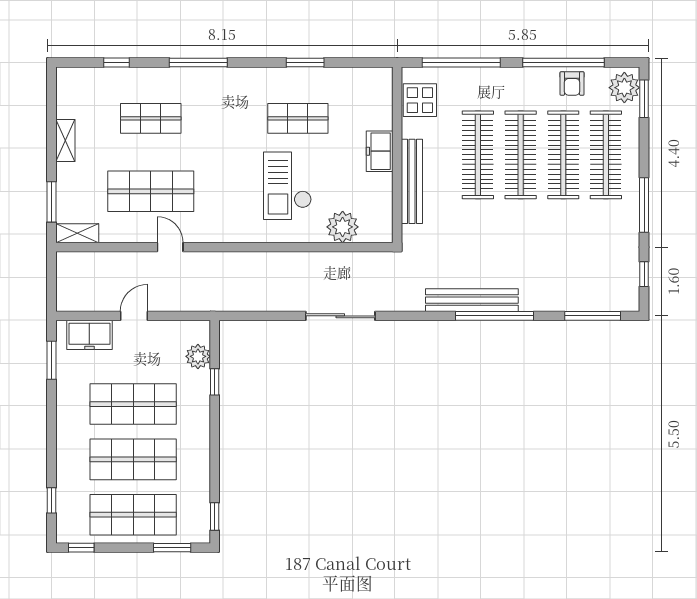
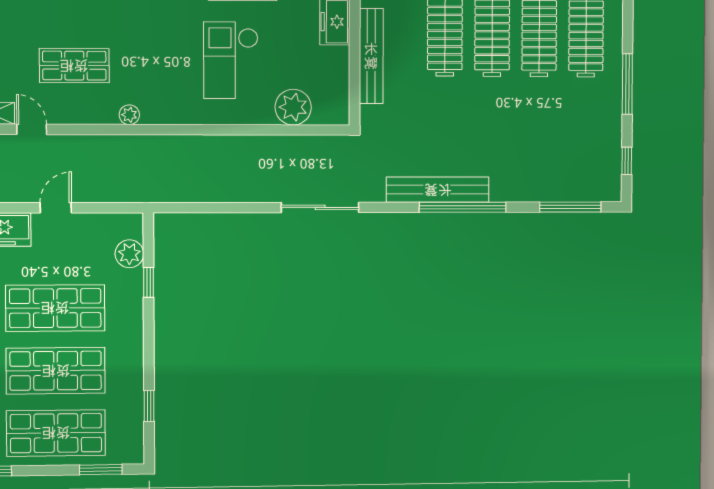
shop shelf: (151, 191) -> (74, 66), width x0.70, depth x0.74
plant: (198, 234) -> (129, 115), added
door: (170, 247) -> (32, 129), moved
sliding door: (340, 316) -> (320, 207), moved
window: (215, 517) -> (149, 406), moved

